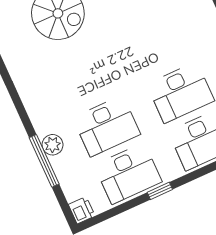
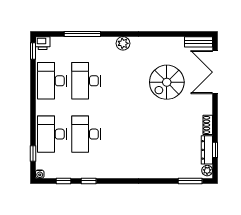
plant: (53, 145) -> (123, 43), moved
window: (160, 191) -> (33, 51), moved

